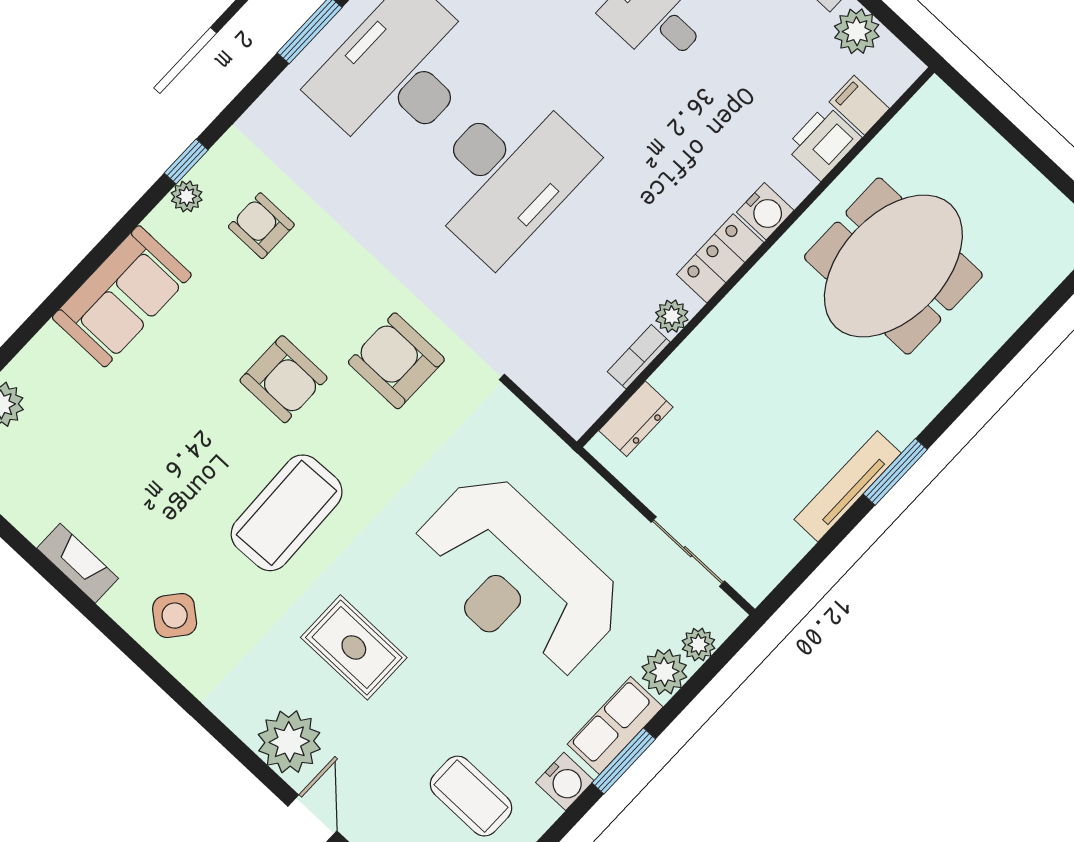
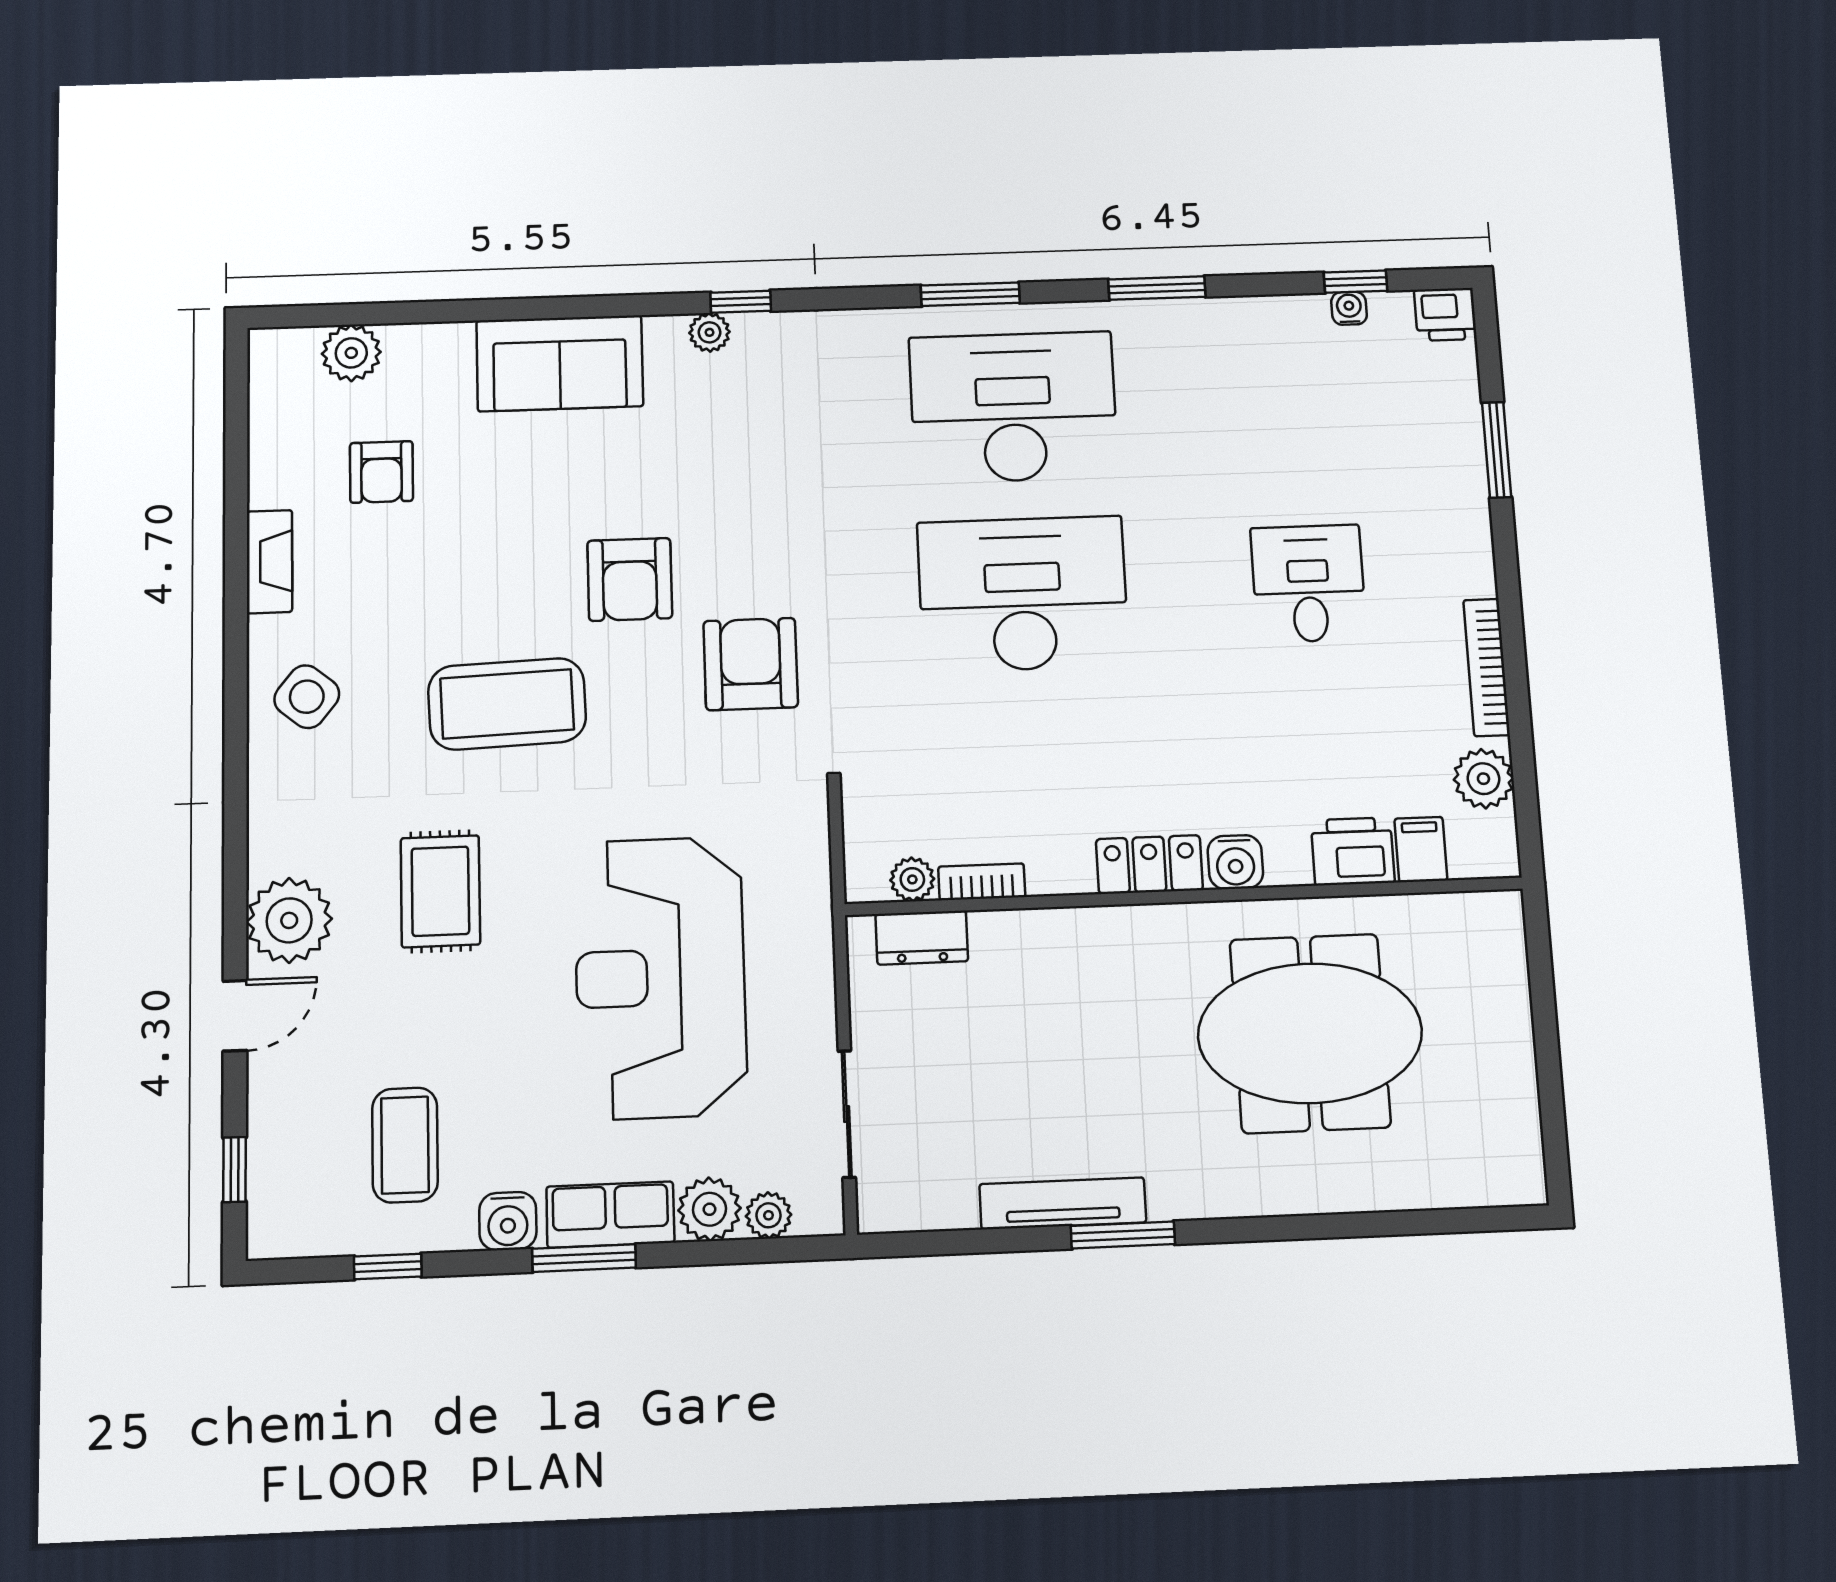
desk: (506, 175) -> (1023, 594), turned 180
armchair: (261, 226) -> (381, 472), moved, turned 180
plant: (672, 316) -> (912, 879), moved

